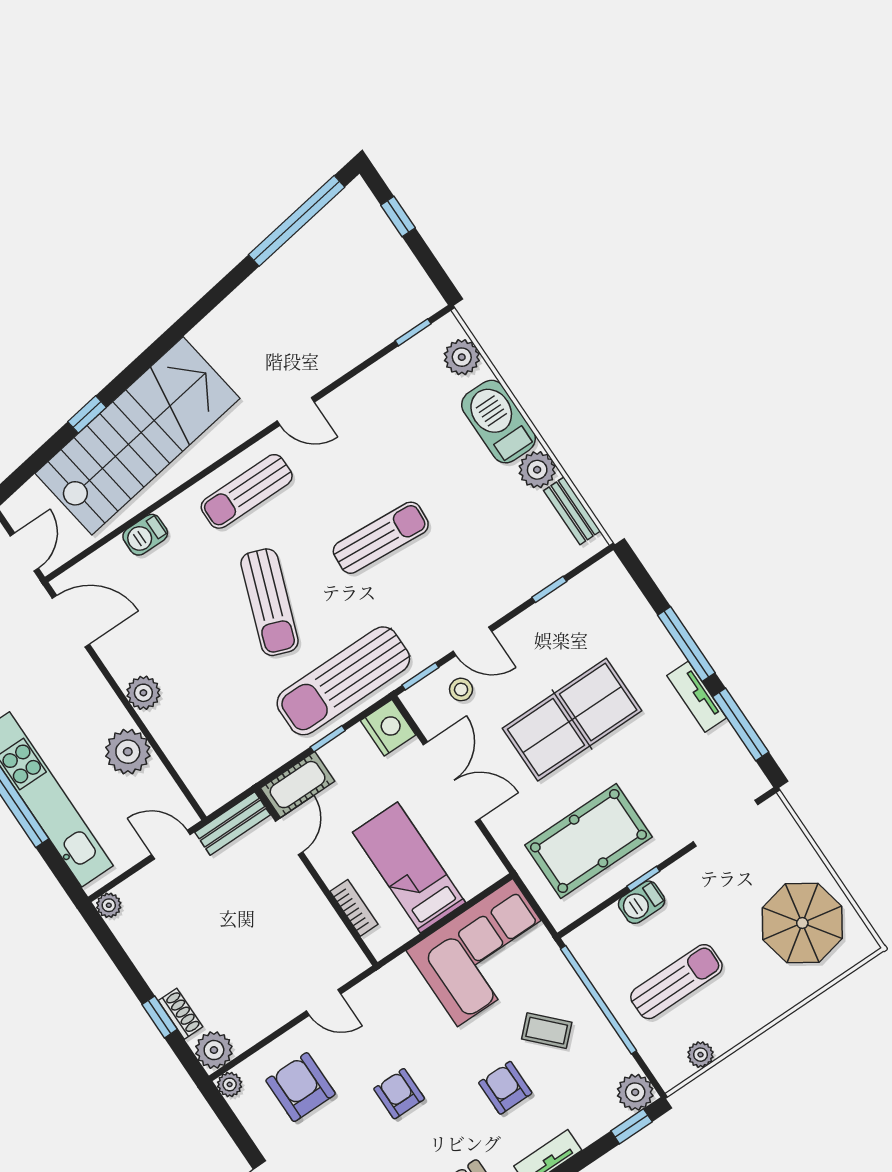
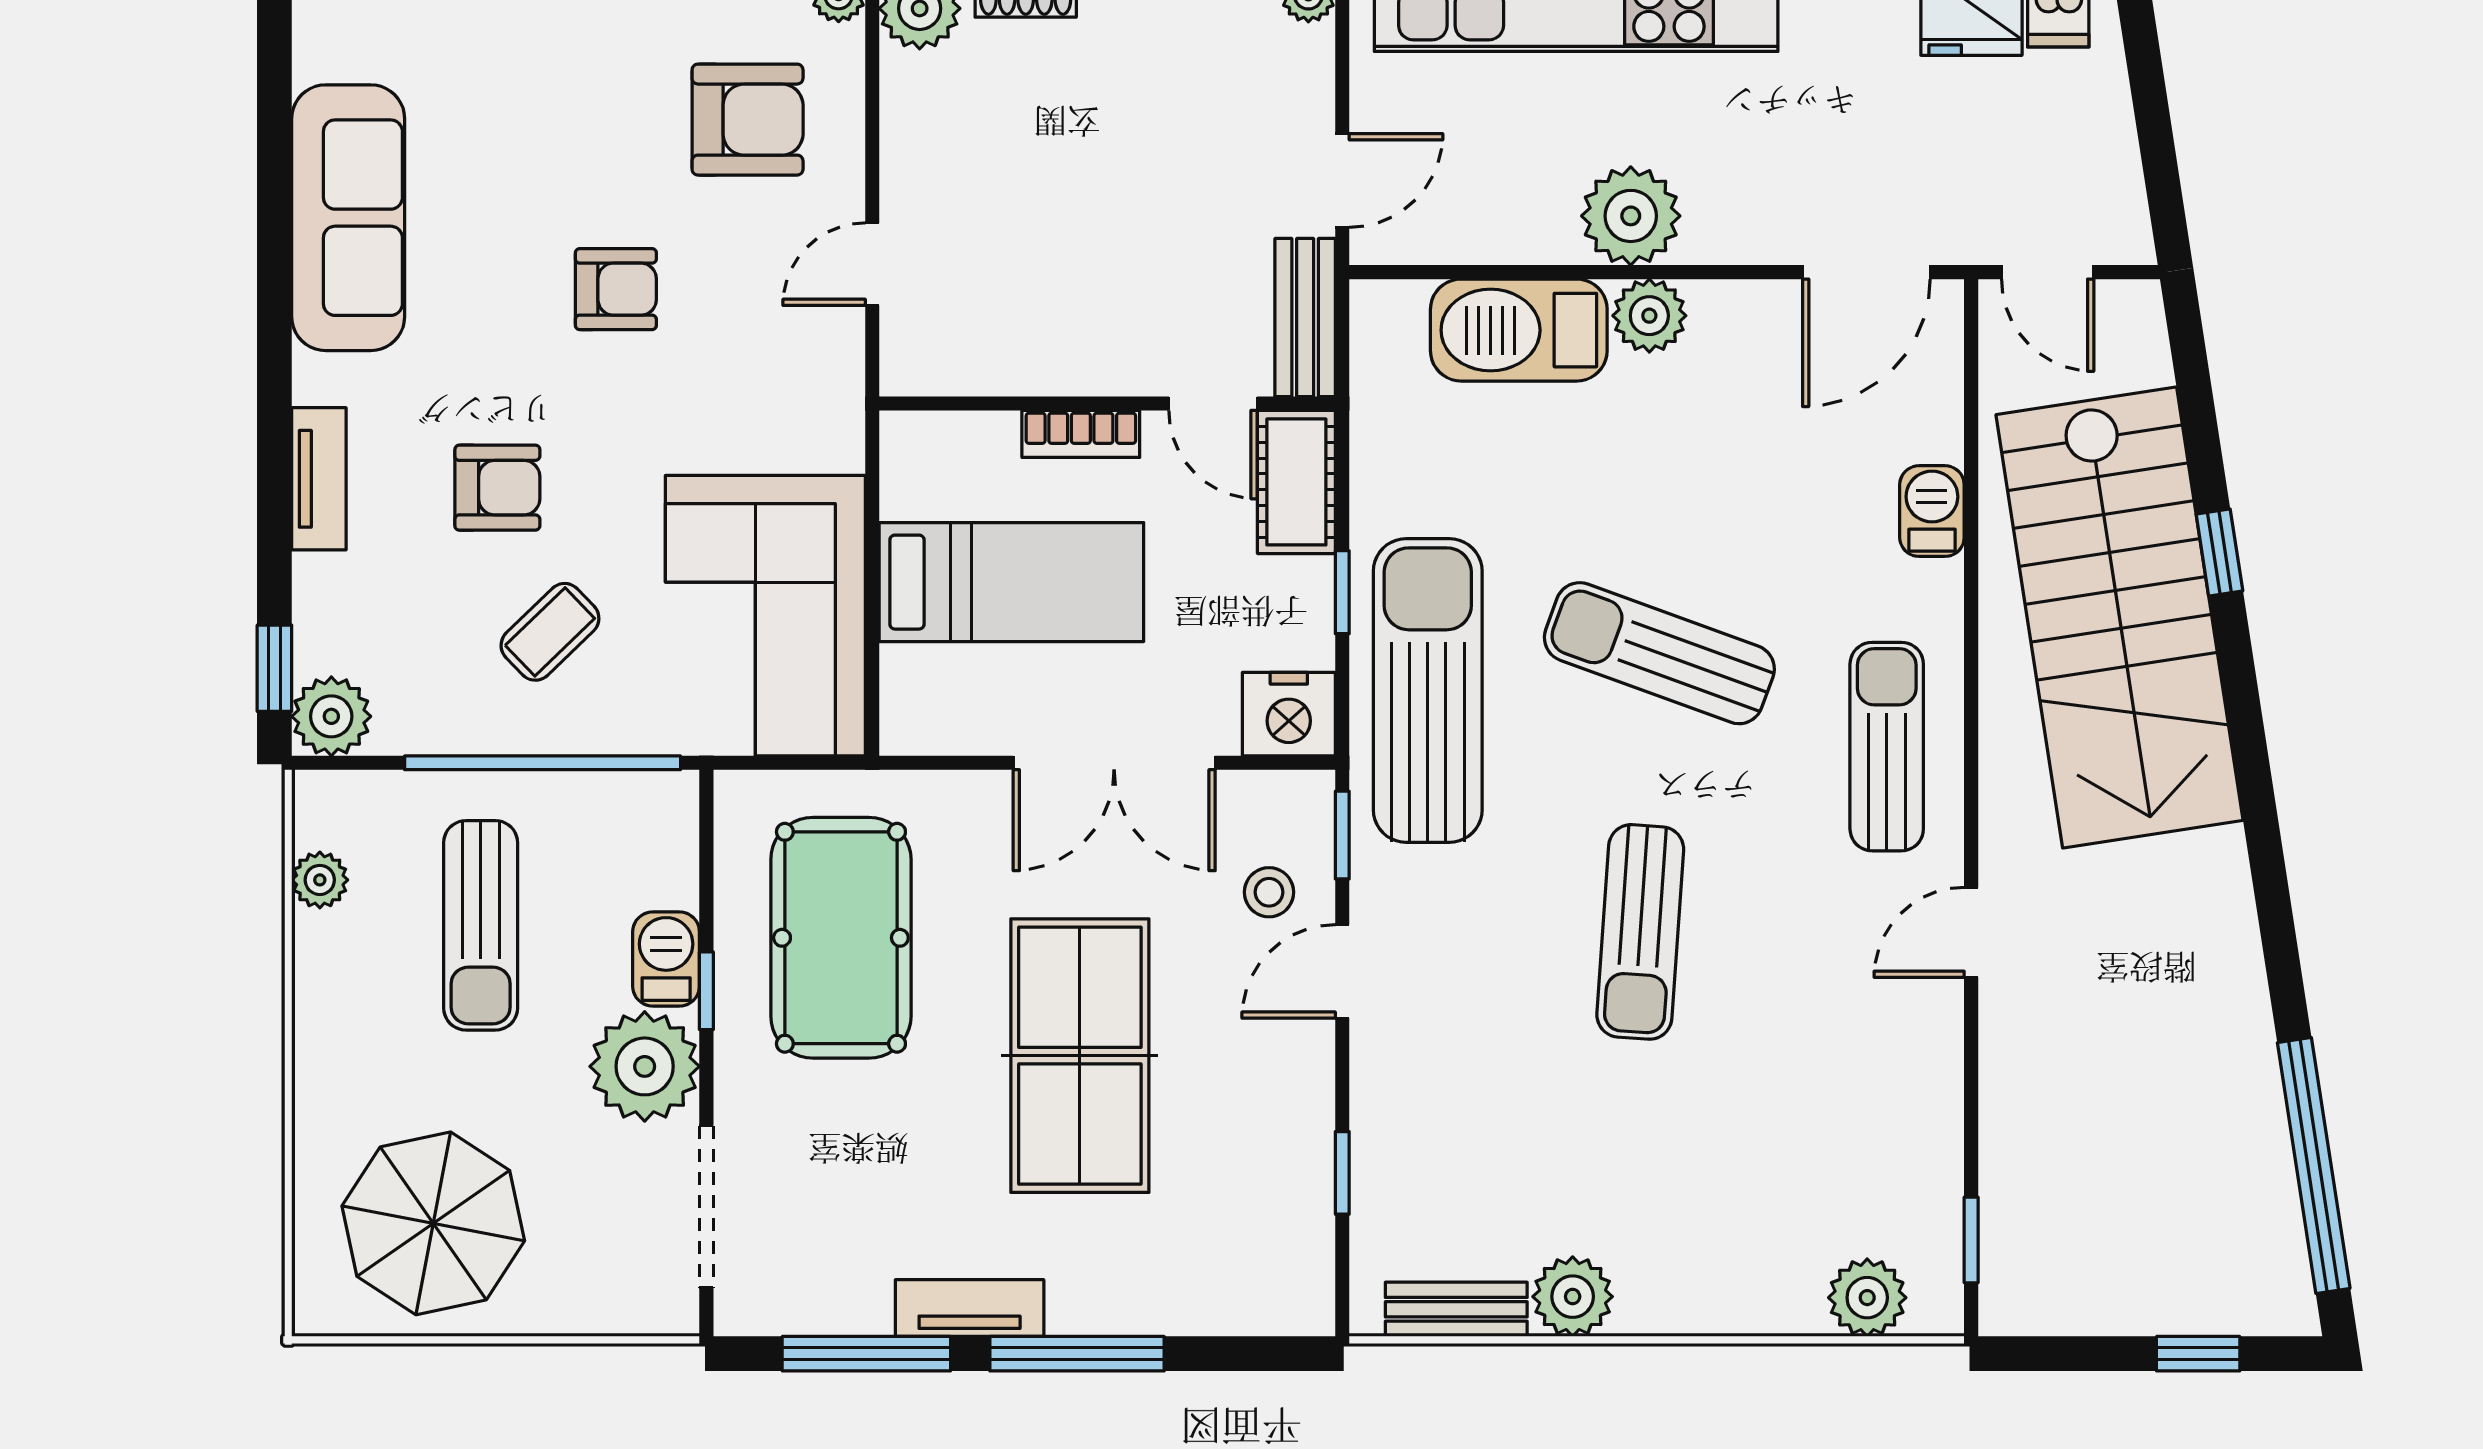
barbecue: (498, 422) -> (1519, 330), moved, turned 180
plant: (128, 752) -> (1631, 216), moved
plant: (688, 883) -> (645, 1066), added
bookcase: (354, 908) -> (1081, 434), moved

